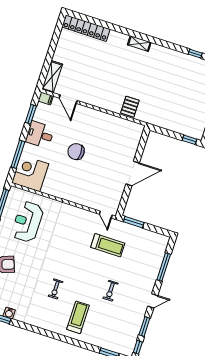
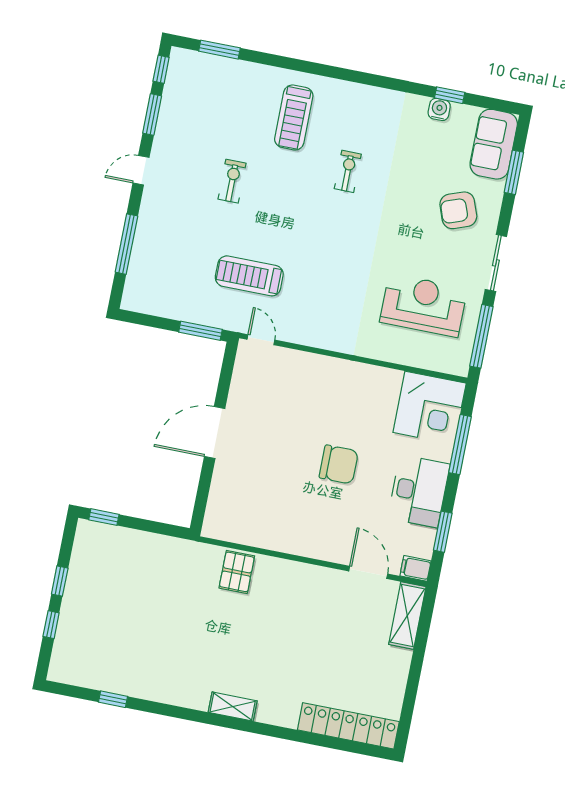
desk: (40, 135) -> (419, 491), width x1.37
reception desk: (27, 222) -> (423, 305), turned -90

